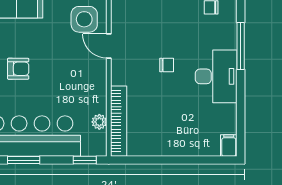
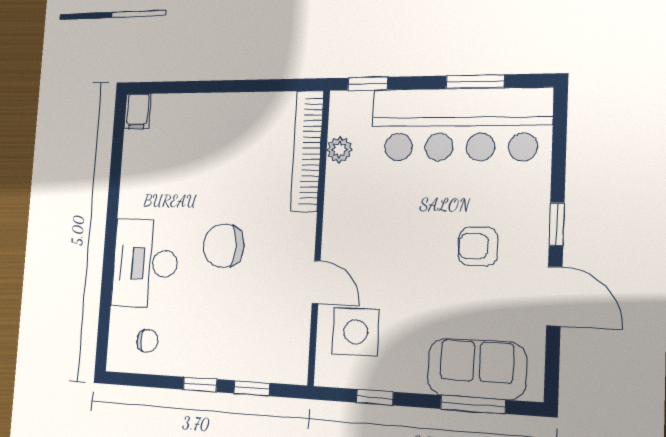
window: (241, 46) -> (108, 274), removed
chair: (167, 65) -> (223, 246), width x1.87, depth x1.87
desk: (216, 76) -> (145, 263), moved

